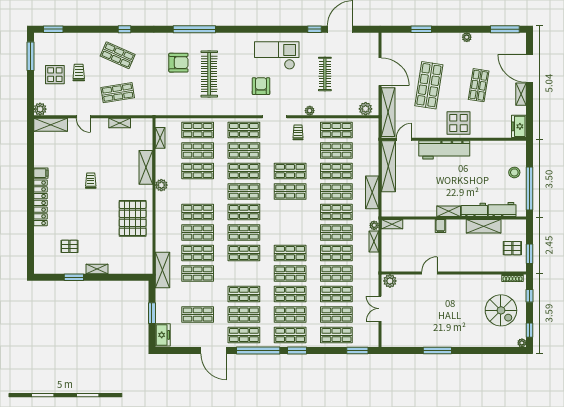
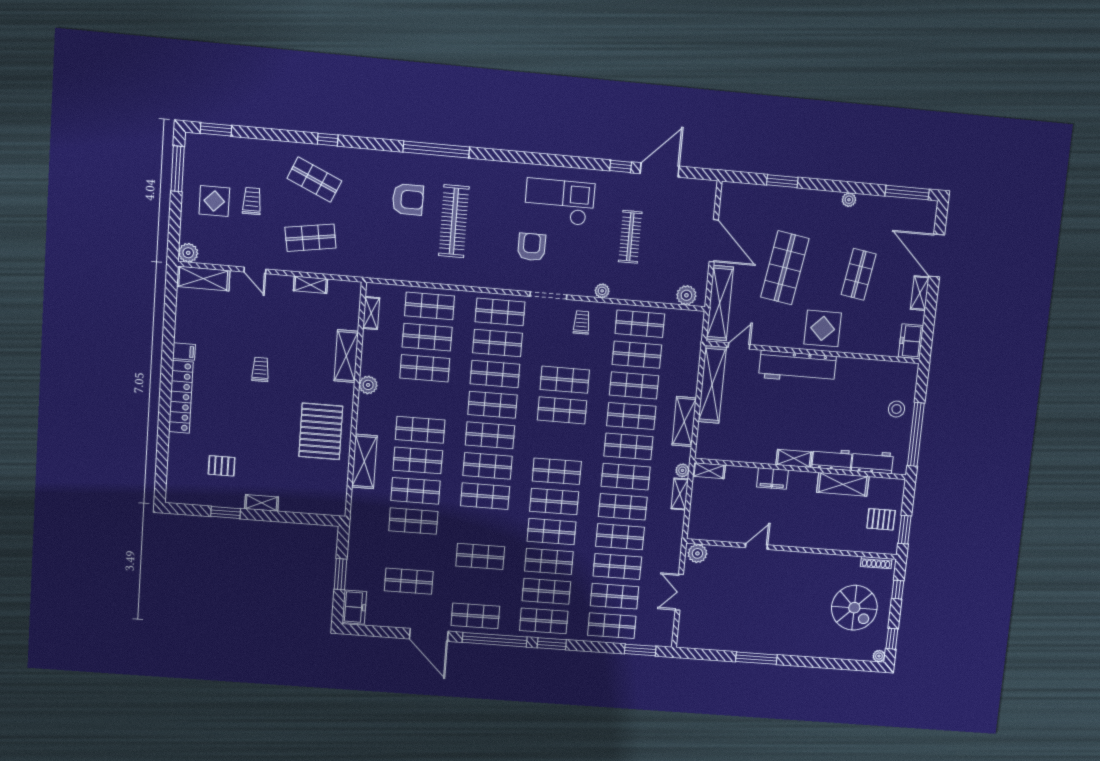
filing cabinet: (440, 226) -> (772, 478), width x2.00
shelving: (162, 270) -> (364, 462), moved
shop shelf: (244, 315) -> (557, 471), moved

